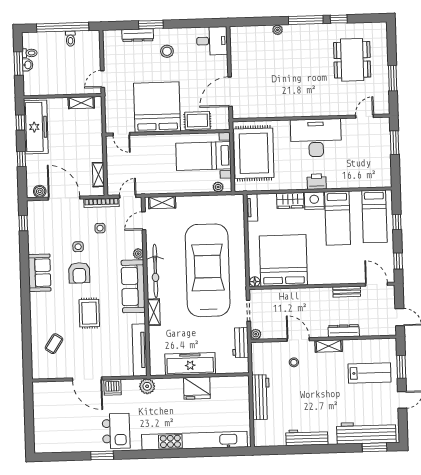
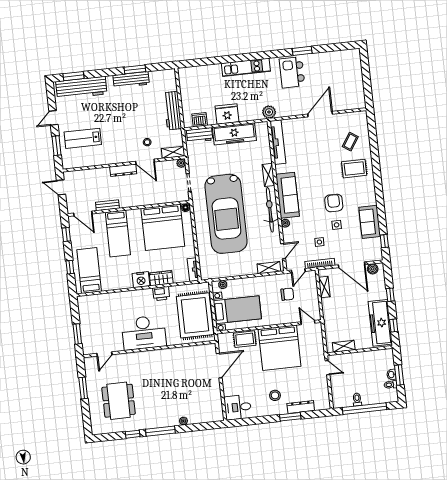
door: (102, 79) -> (327, 368), hinge flipped
chair: (143, 170) -> (287, 294), added
printer: (317, 182) -> (161, 294), moved
bed: (338, 218) -> (118, 234), moved, turned 180
sofa: (40, 273) -> (370, 222), moved
rug: (89, 313) -> (354, 169), moved, turned 90
dresser: (344, 331) -> (123, 170), moved
workbench: (240, 343) -> (200, 135), moved, turned 90
shelving: (329, 346) -> (173, 152), moved
door: (87, 379) -> (320, 114), hinge flipped
dishwasher: (112, 387) -> (200, 120), moved
kitchen unit: (195, 441) -> (246, 67), width x0.54
window: (301, 449) -> (135, 69), added

